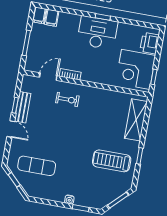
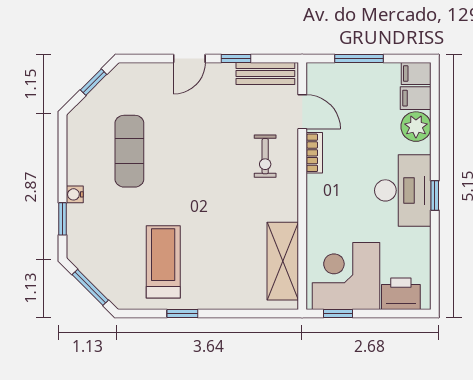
plant: (66, 20) -> (416, 127), added
bench: (23, 107) -> (265, 73), moved
shelving: (136, 120) -> (283, 261), moved, turned 90
exercise mat: (37, 166) -> (129, 151), moved

